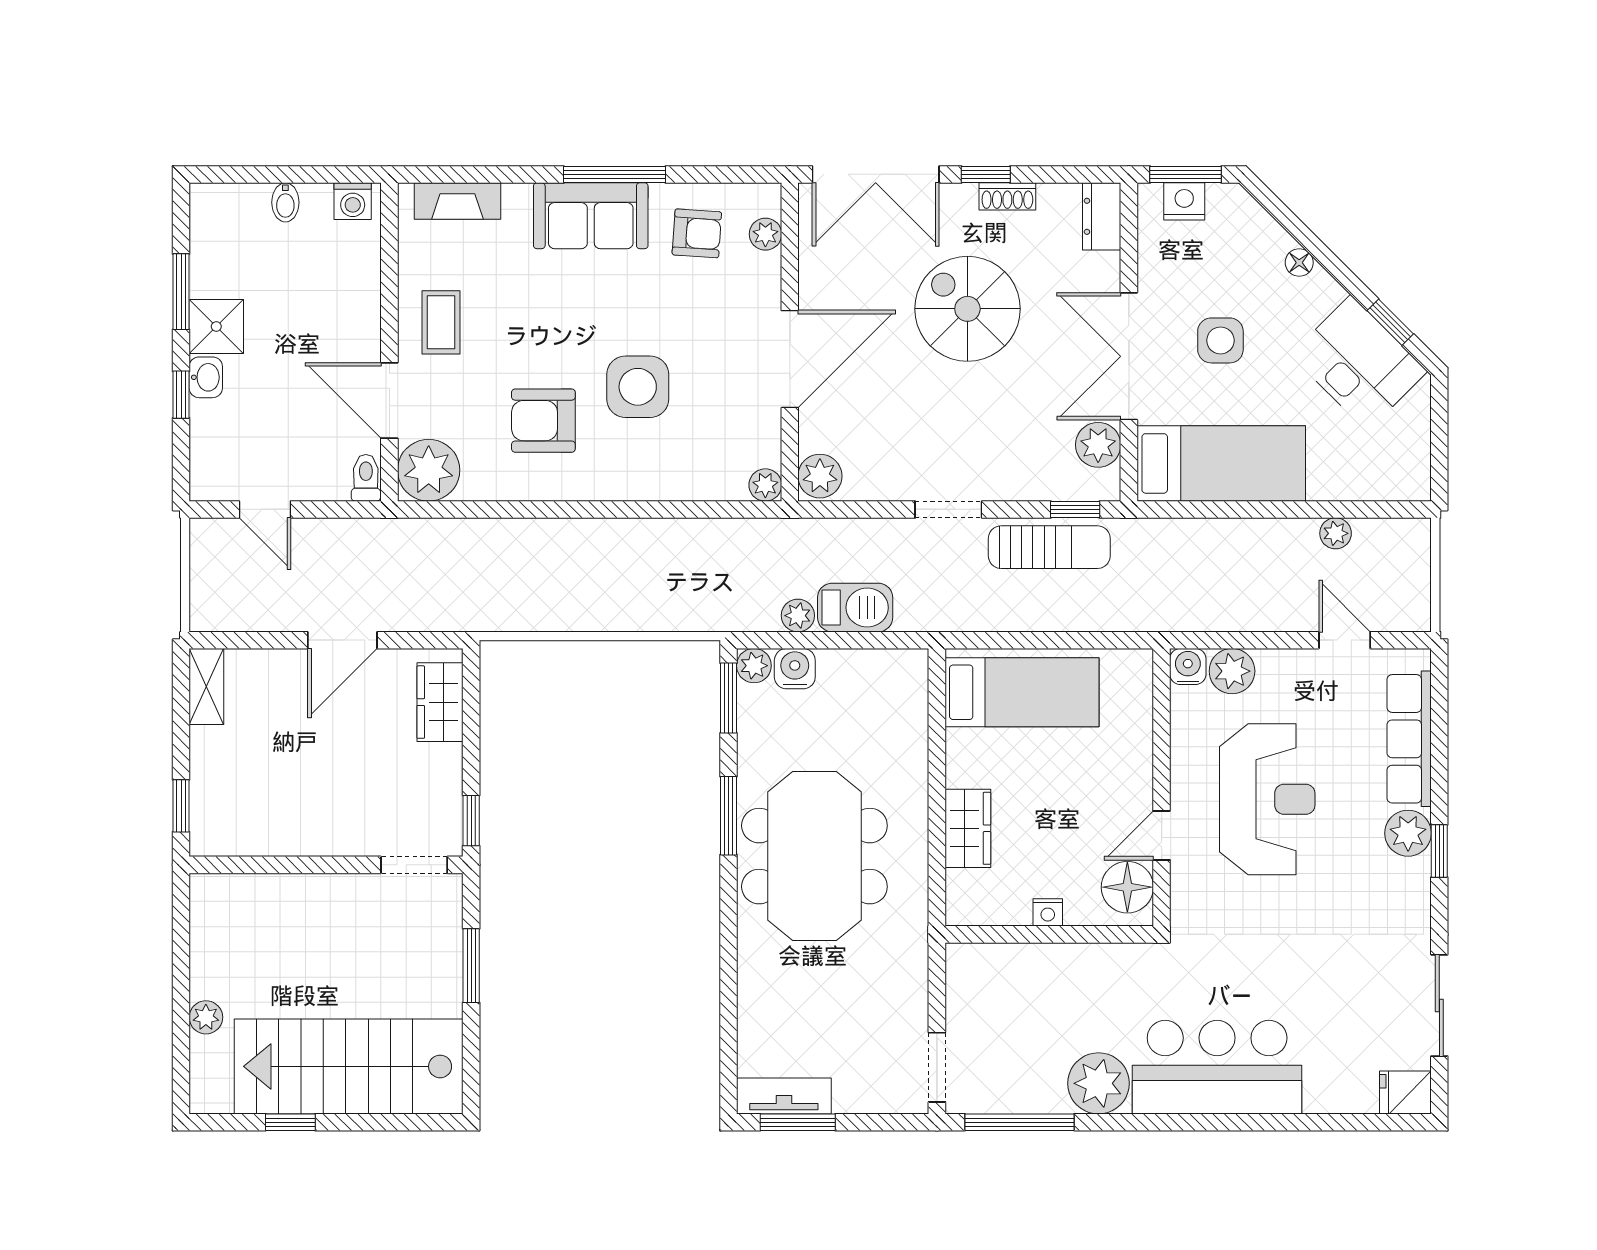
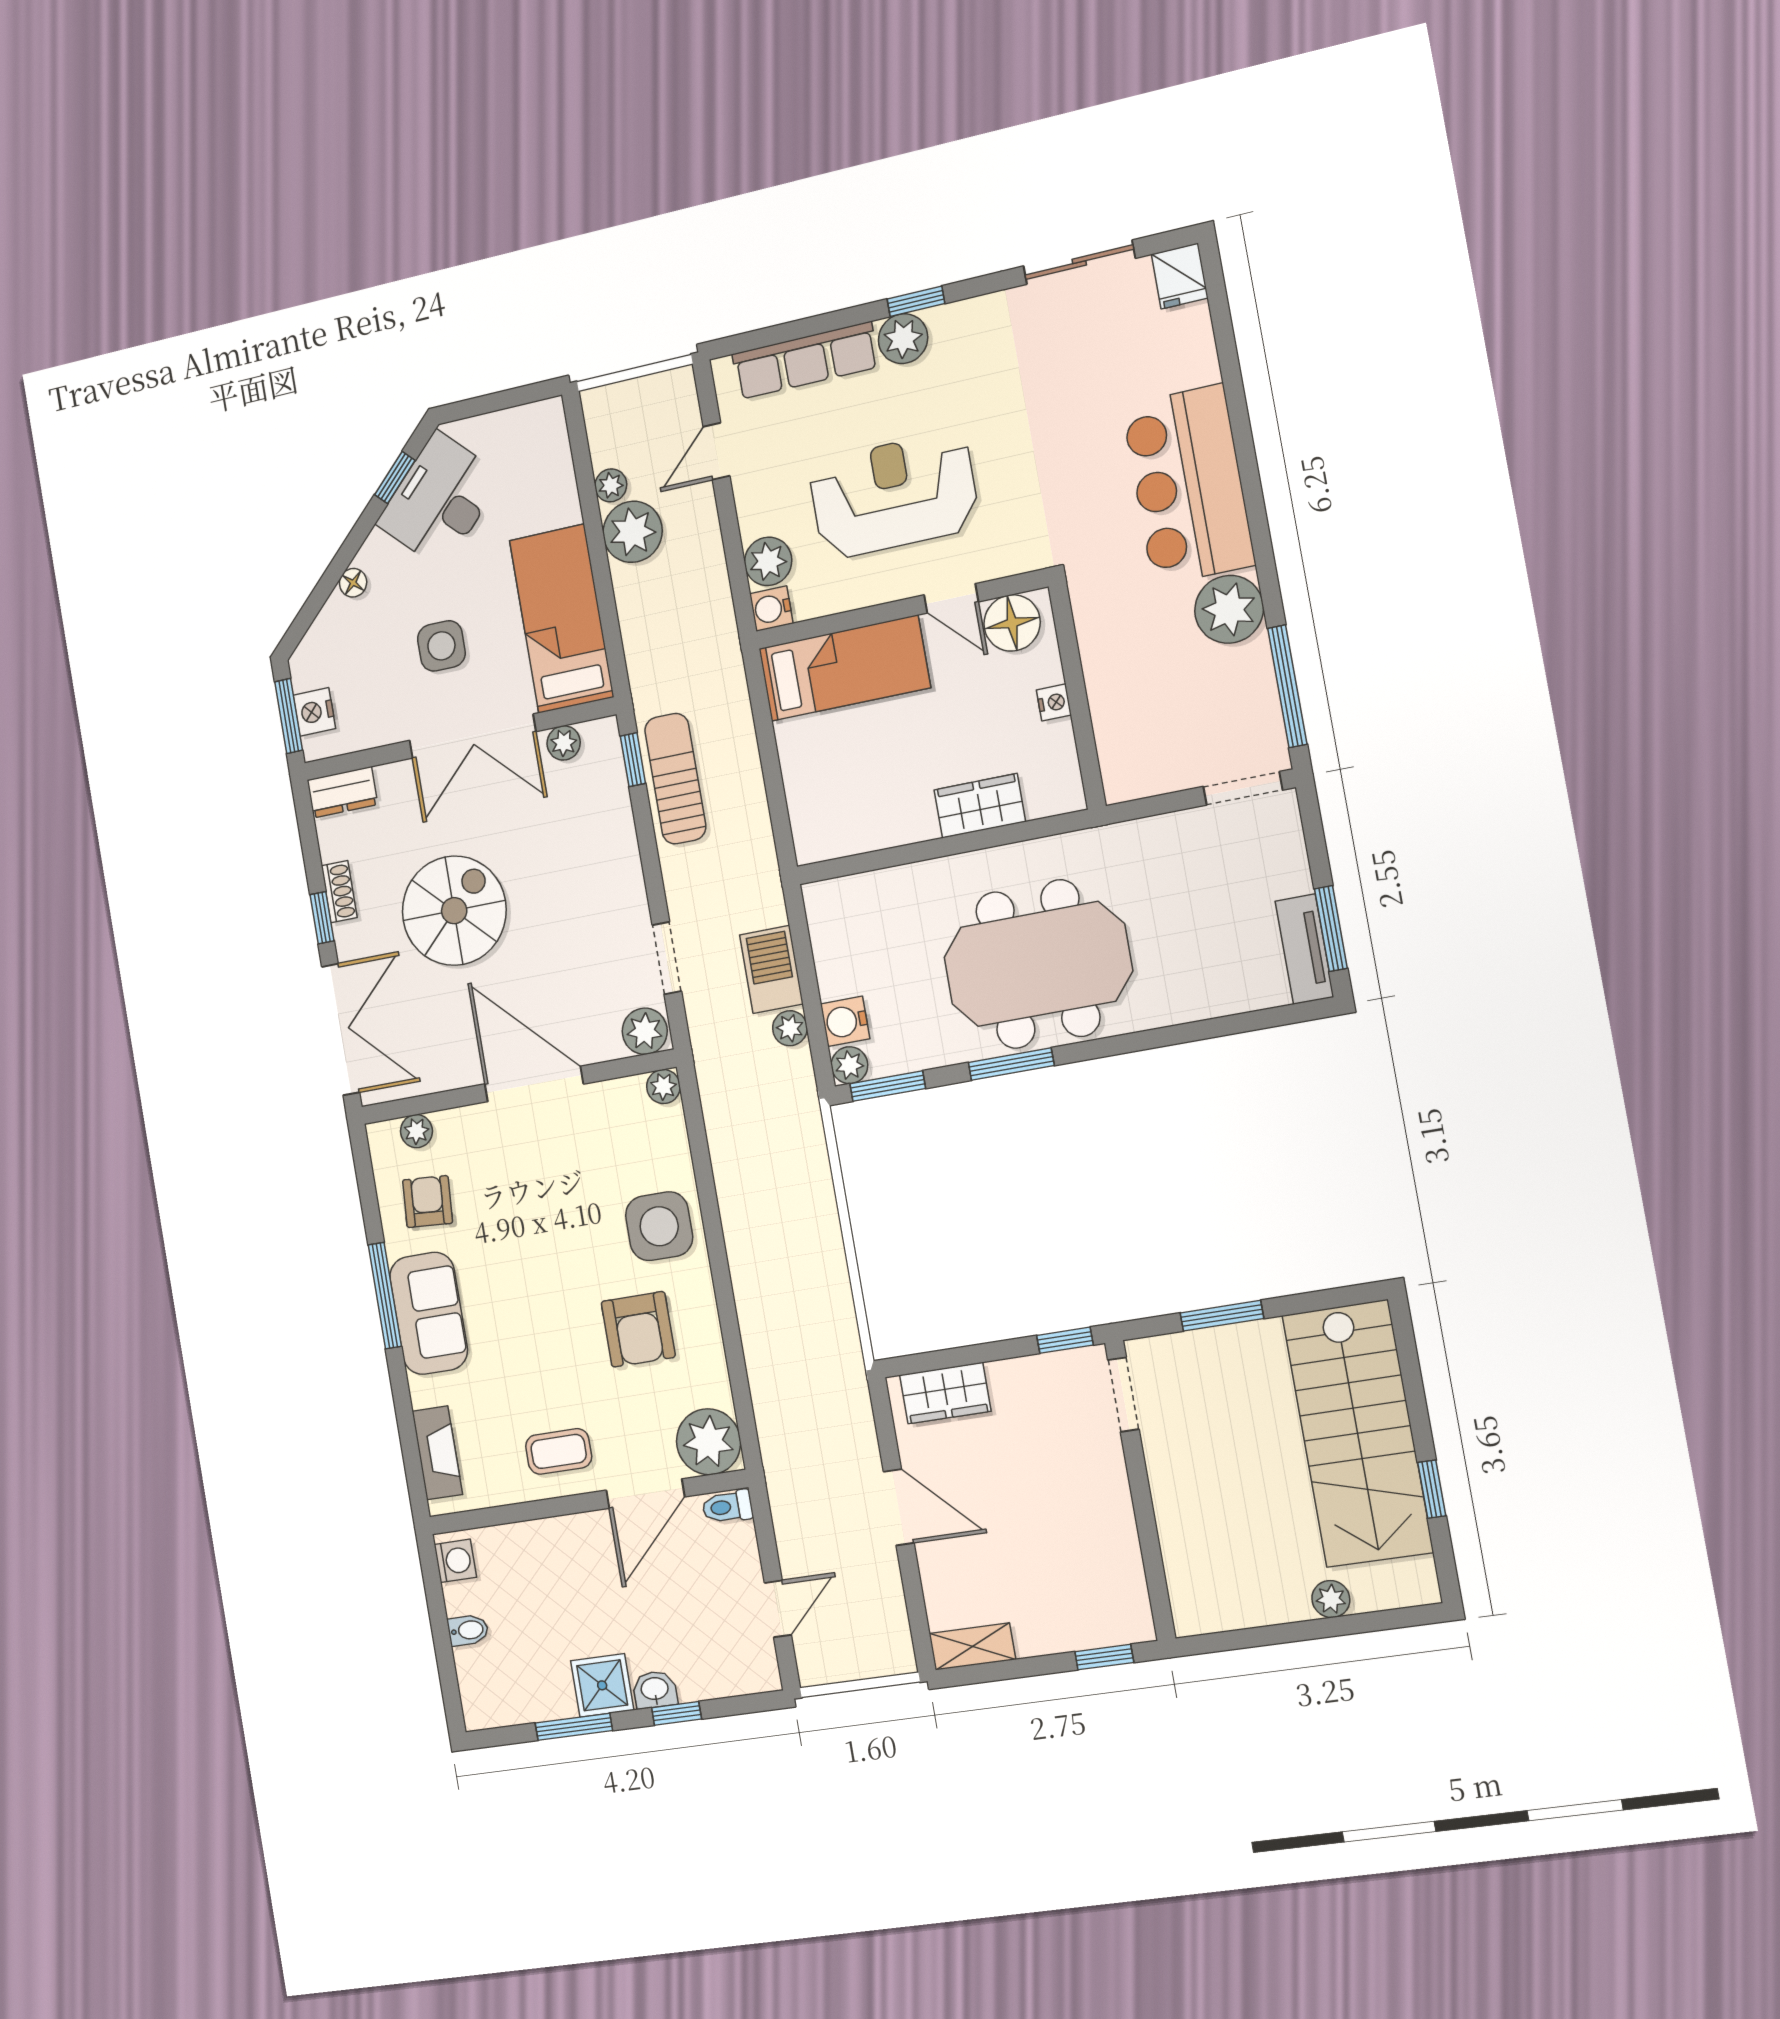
spiral stairs: (967, 309) -> (454, 911), turned 180
side table: (638, 387) -> (659, 1226), moved
plant: (1098, 445) -> (564, 743), width x0.73, depth x0.73
doorway: (948, 509) -> (667, 958), moved
plant: (1288, 547) -> (633, 532), added
bed: (1022, 692) -> (844, 668), moved, turned 90

